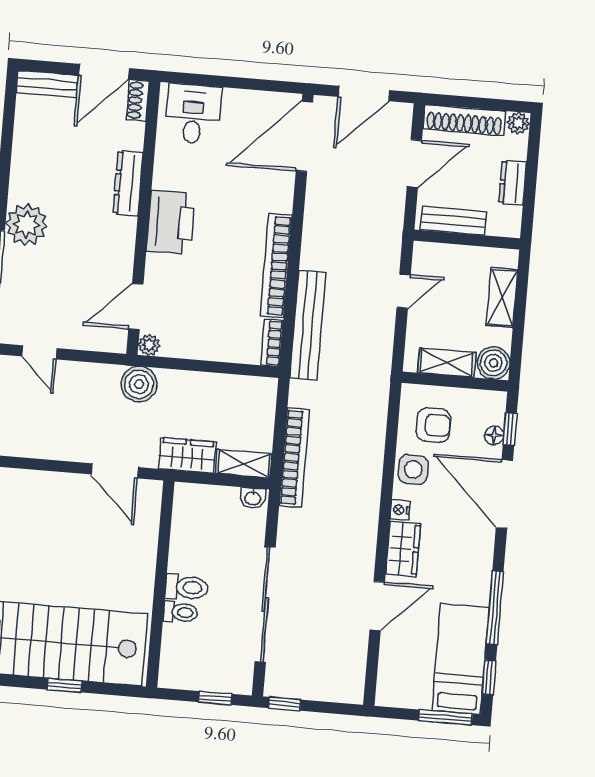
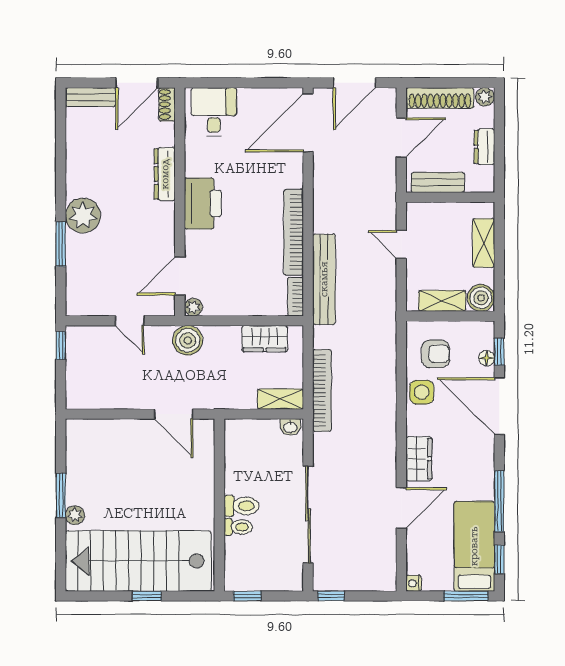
door: (404, 291) -> (401, 244), swing flipped
door: (39, 352) -> (130, 321), moved
wardrobe: (187, 455) -> (265, 339), moved, turned 180
nightstand: (400, 510) -> (414, 583), moved
window: (215, 698) -> (247, 596), moved

